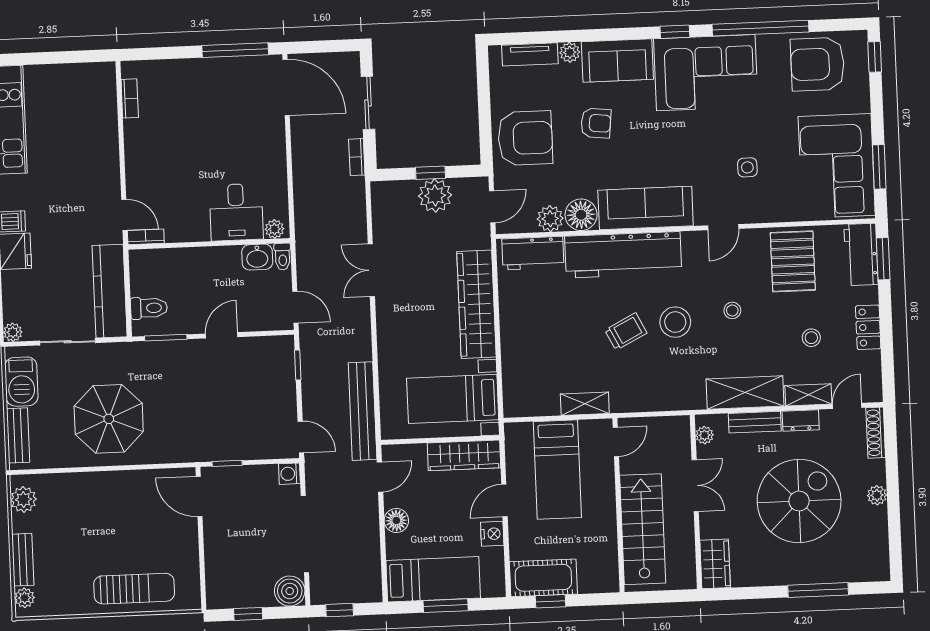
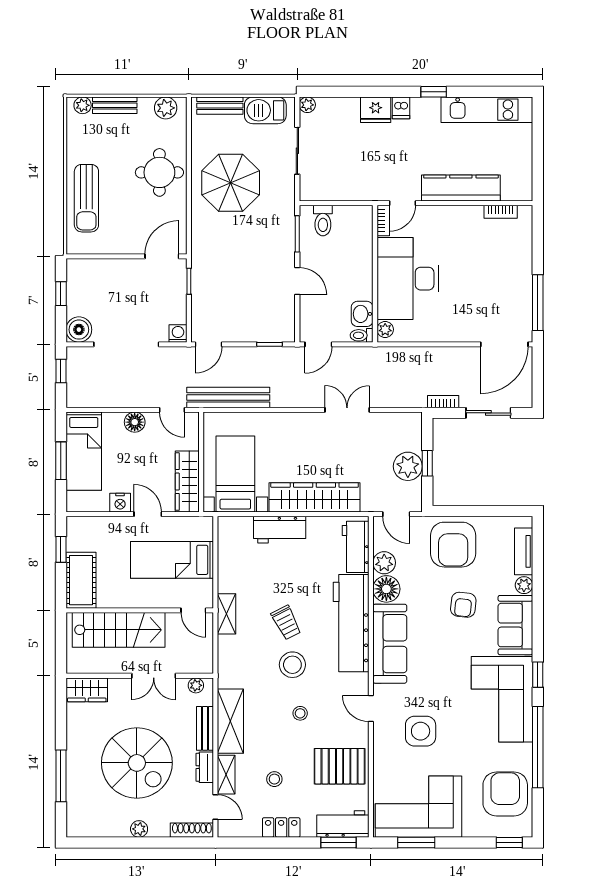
side table: (747, 167) -> (421, 731), width x1.87, depth x1.87
desk: (236, 212) -> (408, 279), width x1.87, depth x1.30
kitchen counter: (110, 291) -> (461, 188), moved
workbench: (516, 344) -> (280, 530), added
shelving: (585, 404) -> (227, 614), moved
round table: (100, 504) -> (159, 172), added
cot: (543, 578) -> (81, 580), moved

